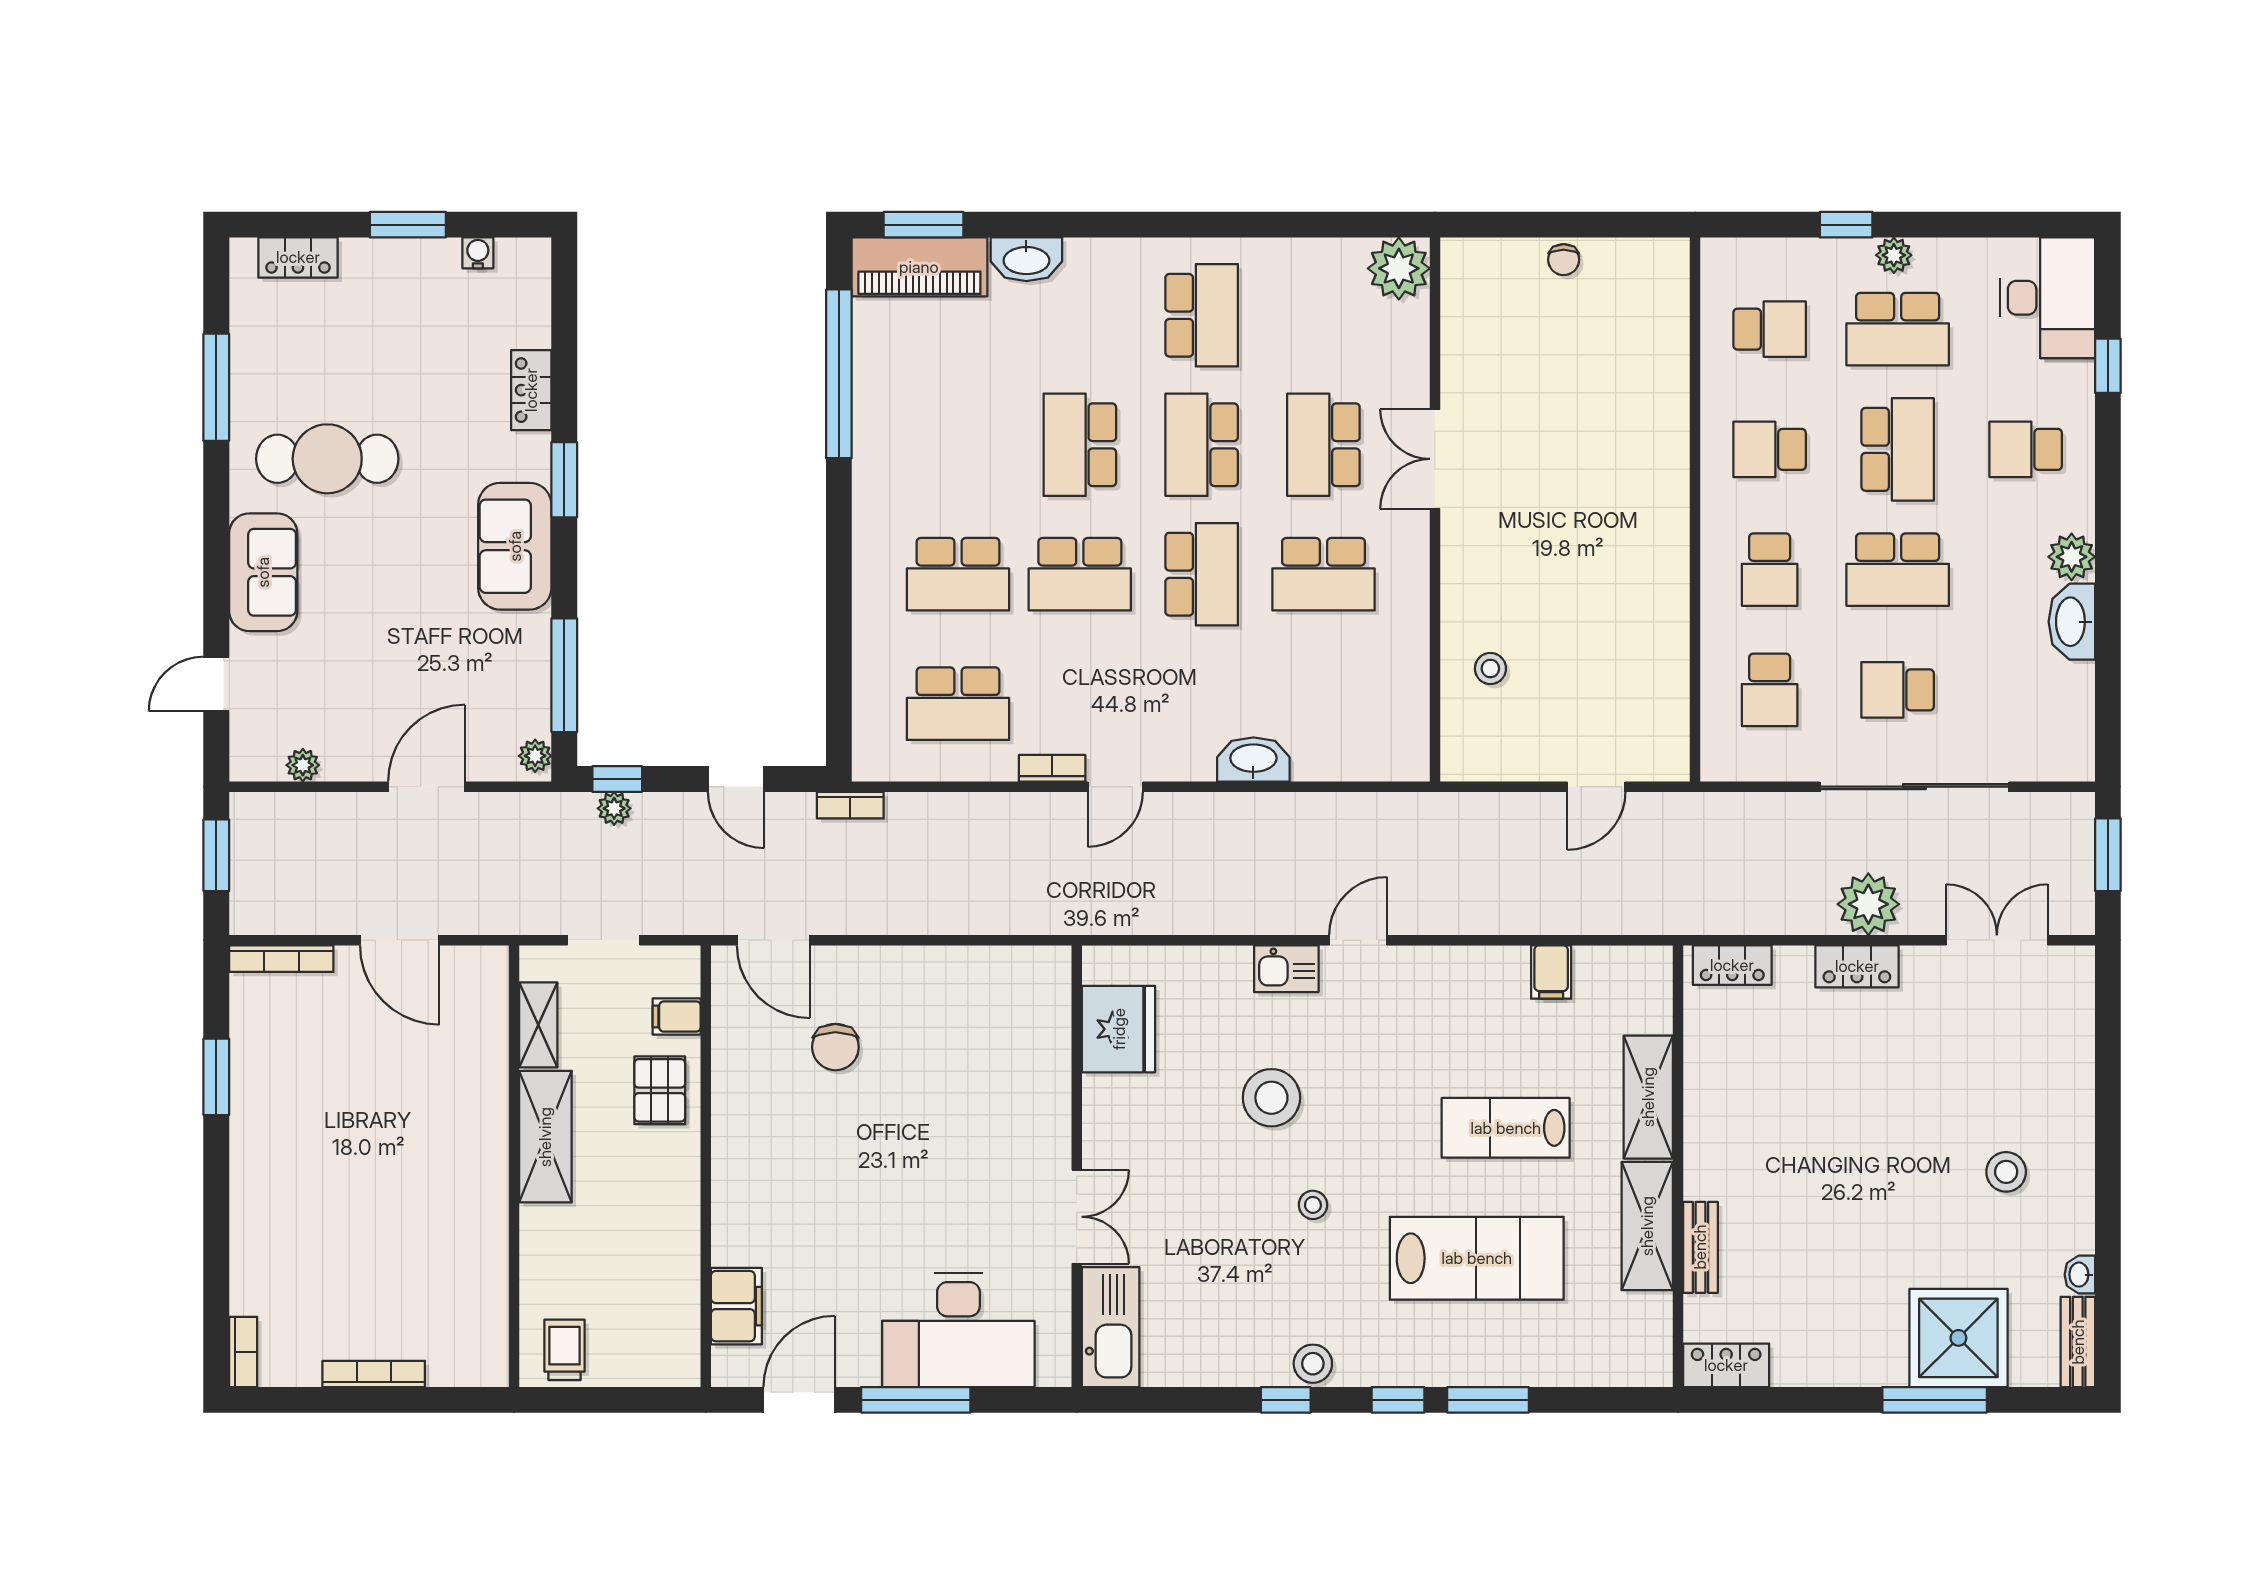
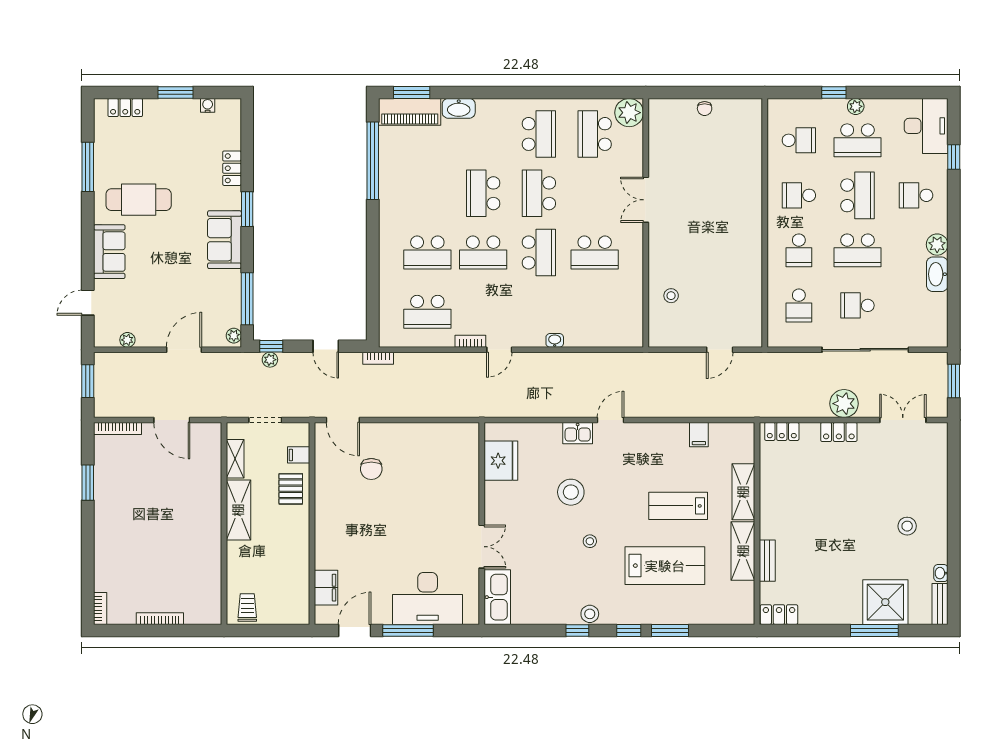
school desk: (1323, 445) -> (595, 134), moved
washbasin: (1253, 759) -> (555, 340), width x0.52, depth x0.69

